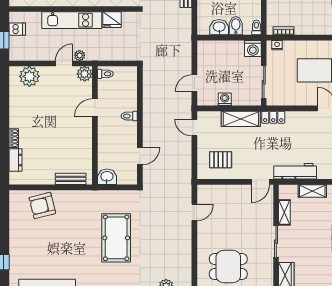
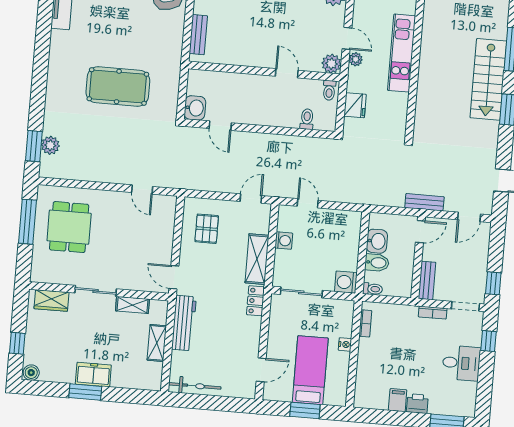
fridge: (112, 20) -> (355, 105), moved, turned 180
nightstand: (277, 45) -> (345, 344), moved
toilet: (129, 116) -> (307, 119), moved
washbasin: (107, 177) -> (195, 108), moved

